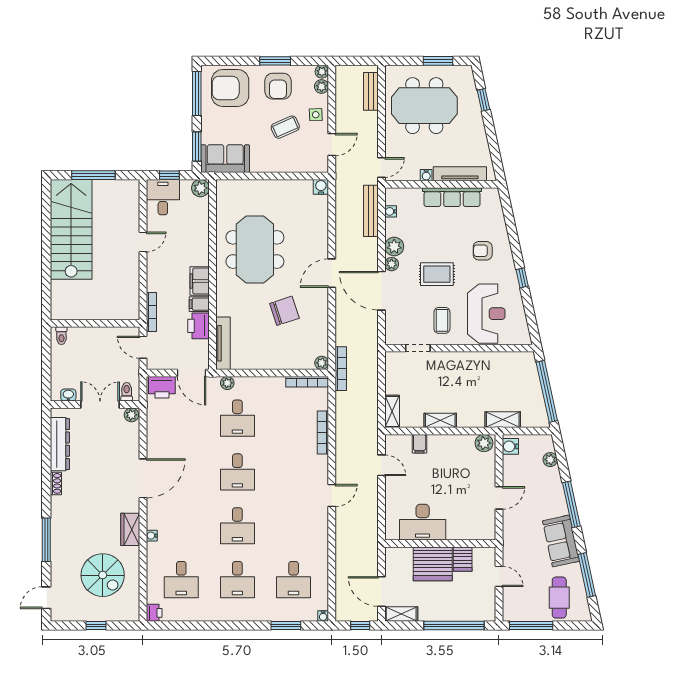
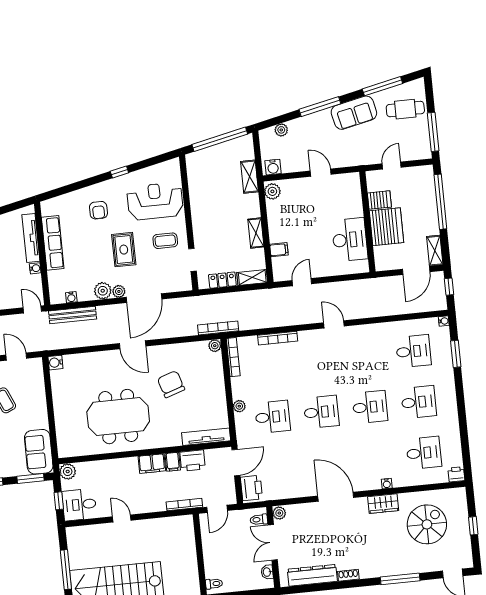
locker: (393, 379) -> (222, 280), added
plant: (227, 383) -> (239, 406), moved

